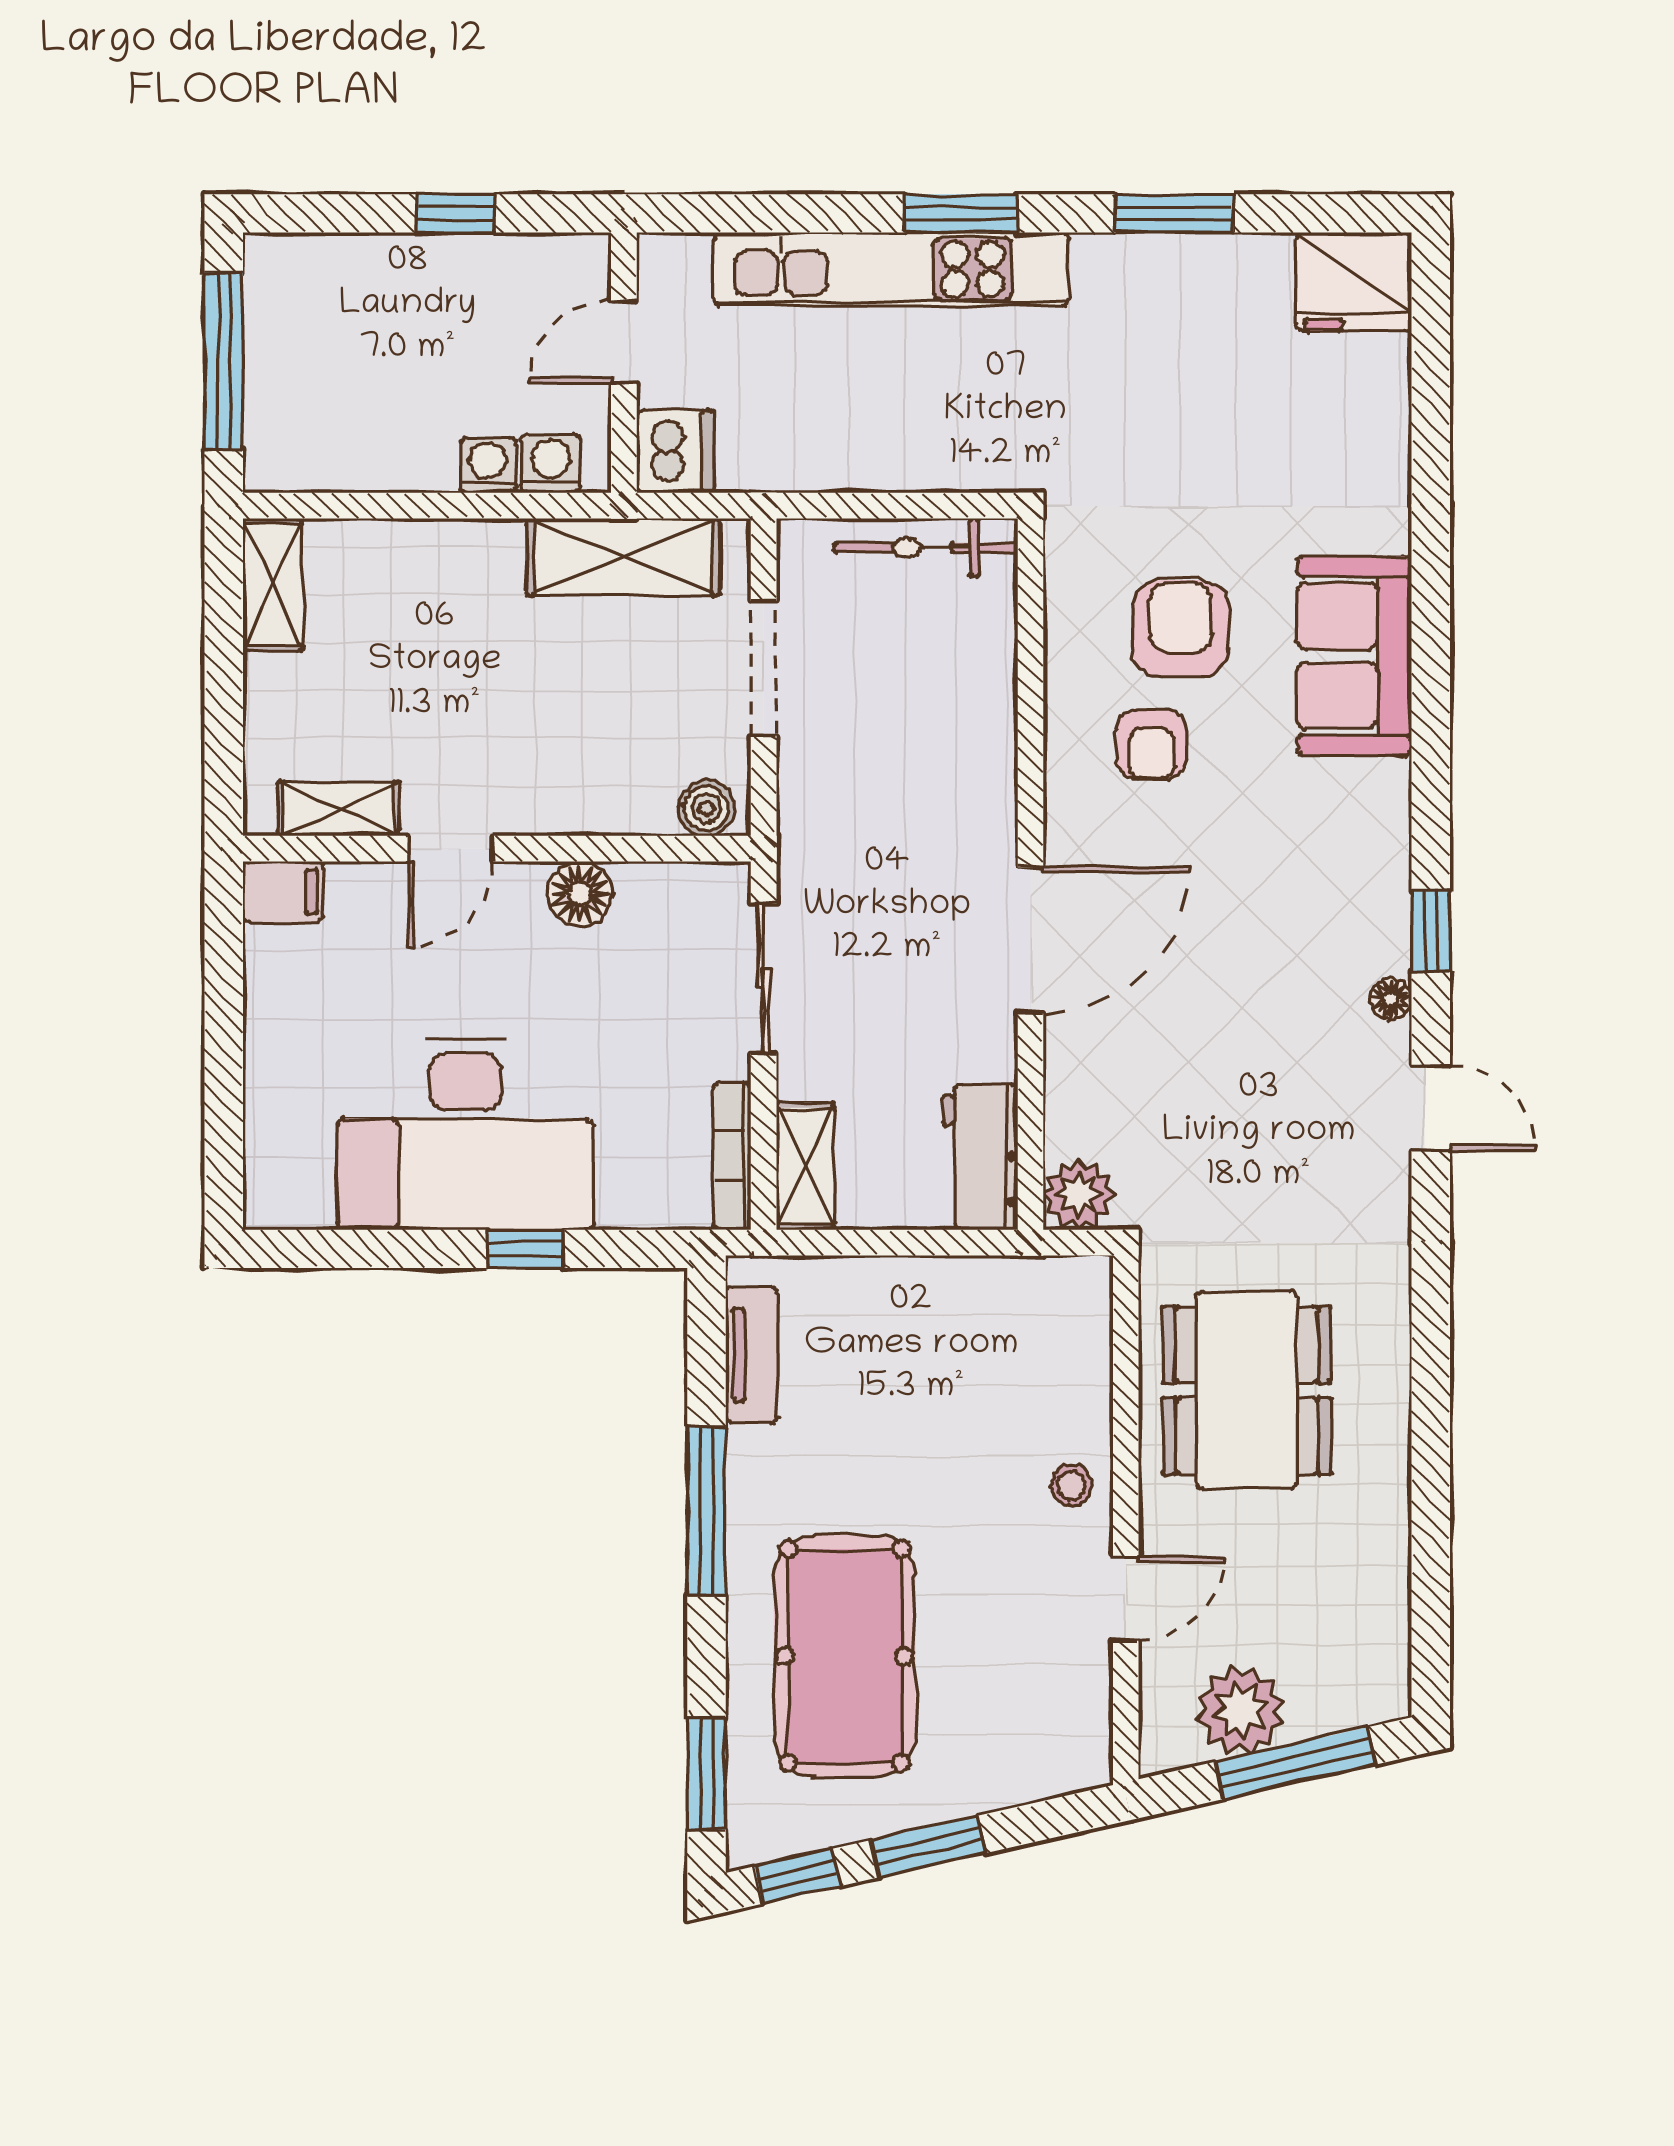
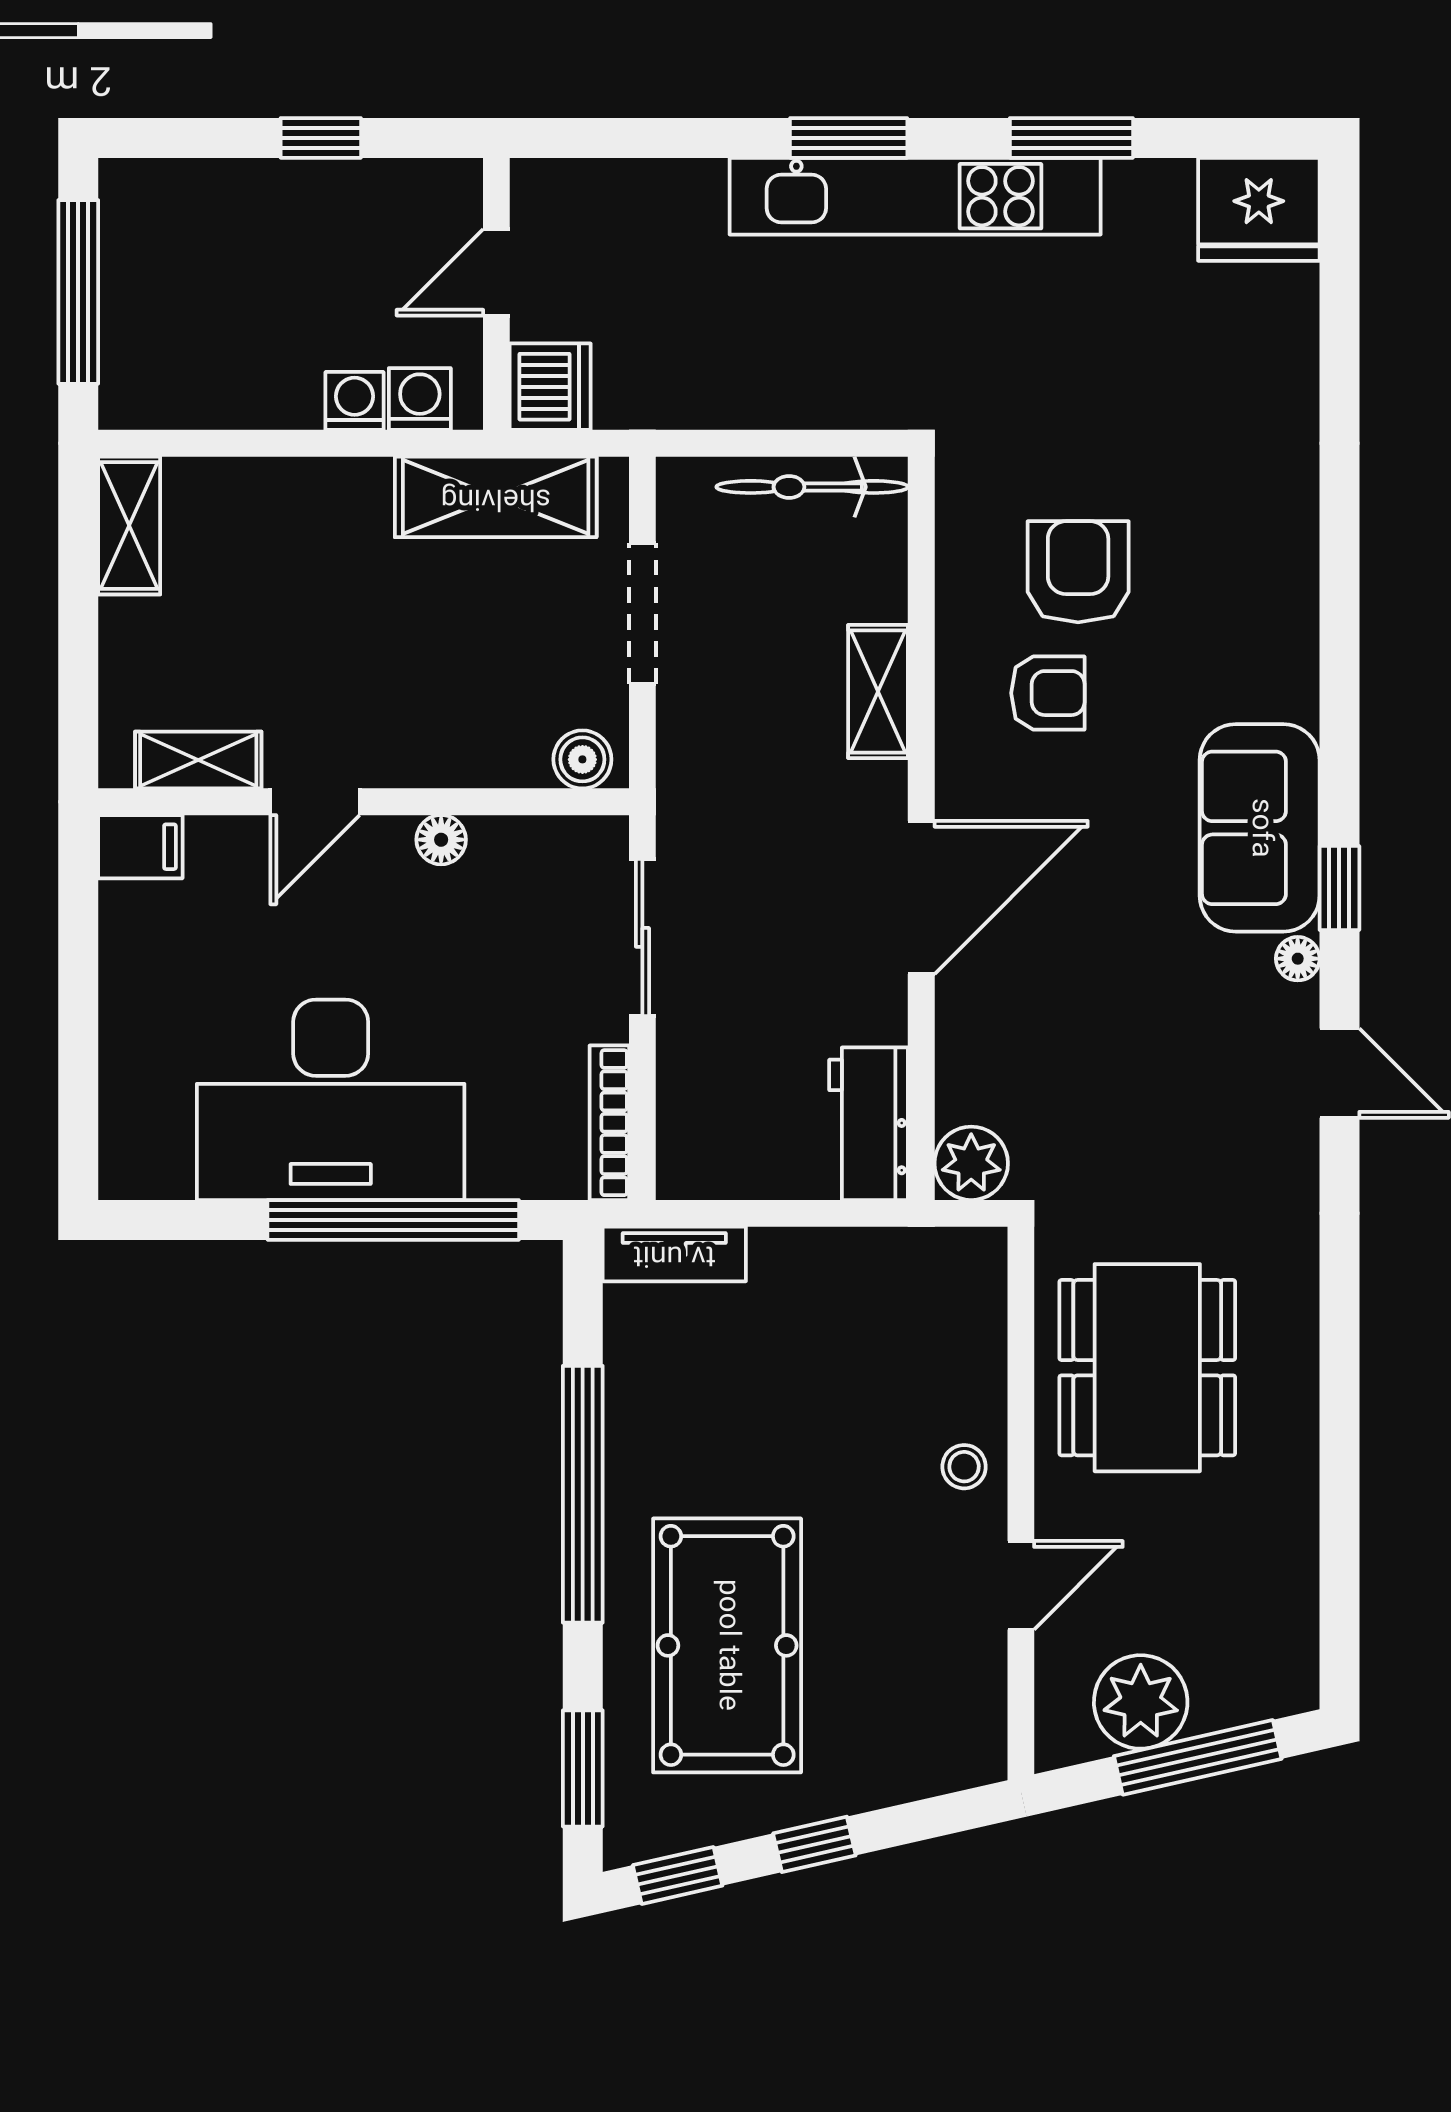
kitchen unit: (891, 269) -> (915, 196), moved
sofa: (1354, 656) -> (1260, 828), moved
armchair: (1152, 745) -> (1048, 693), turned -90
floor lamp: (580, 894) -> (441, 840), width x0.73, depth x0.73
shelving: (805, 1166) -> (878, 692), moved
window: (525, 1249) -> (393, 1220), width x3.17
tv unit: (752, 1355) -> (674, 1254), moved, turned 90
window: (707, 1511) -> (583, 1494), width x1.46
window: (928, 1847) -> (814, 1844), width x0.67

